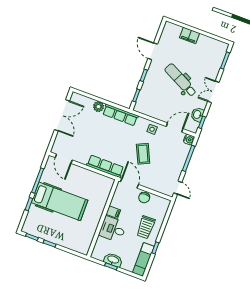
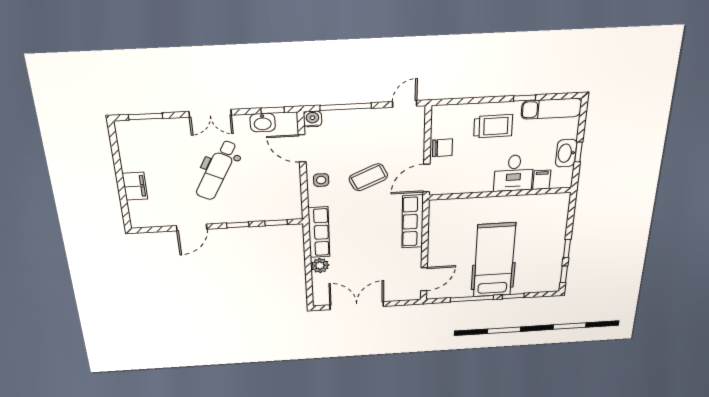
filing cabinet: (113, 212) -> (542, 180), moved

